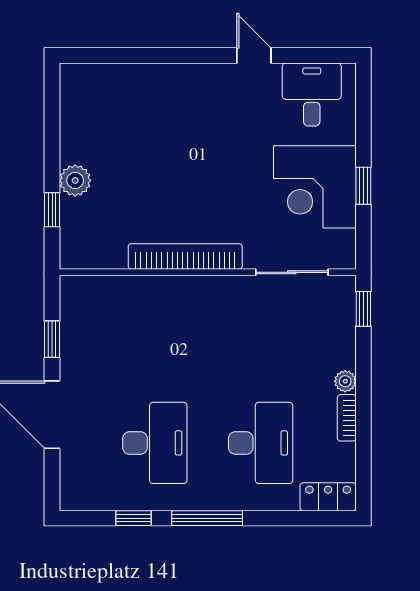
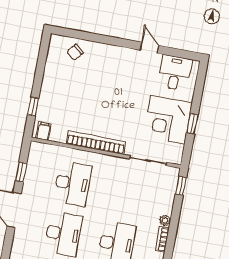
chair: (113, 90) -> (75, 52), added
plant: (75, 180) -> (48, 94), removed
filing cabinet: (80, 253) -> (43, 131), added
desk: (155, 343) -> (73, 184), added

